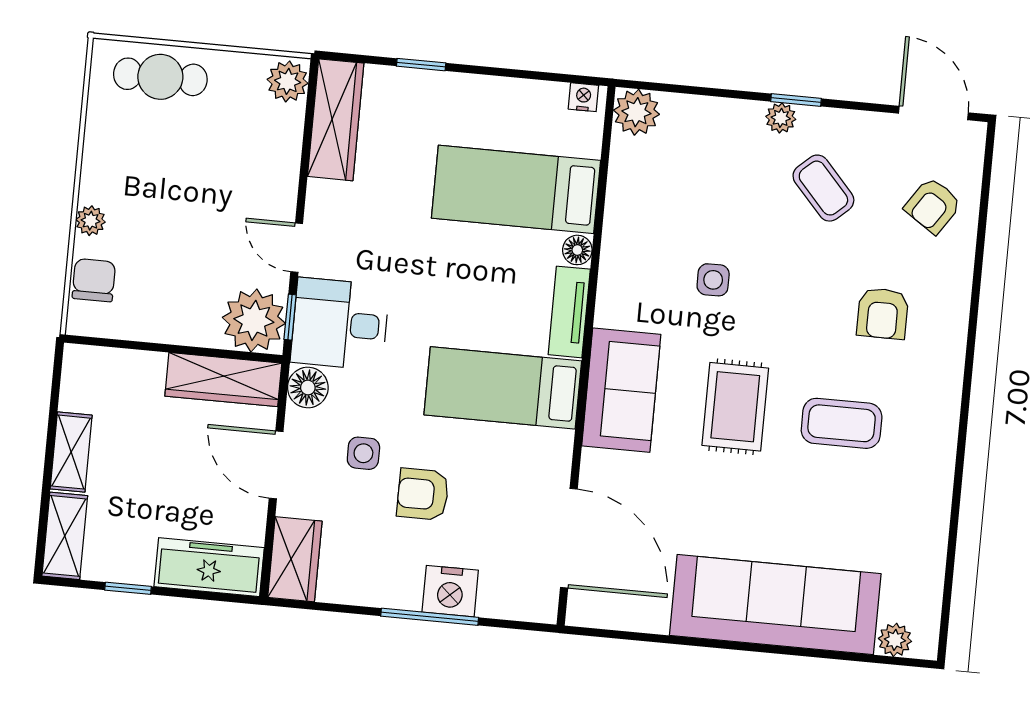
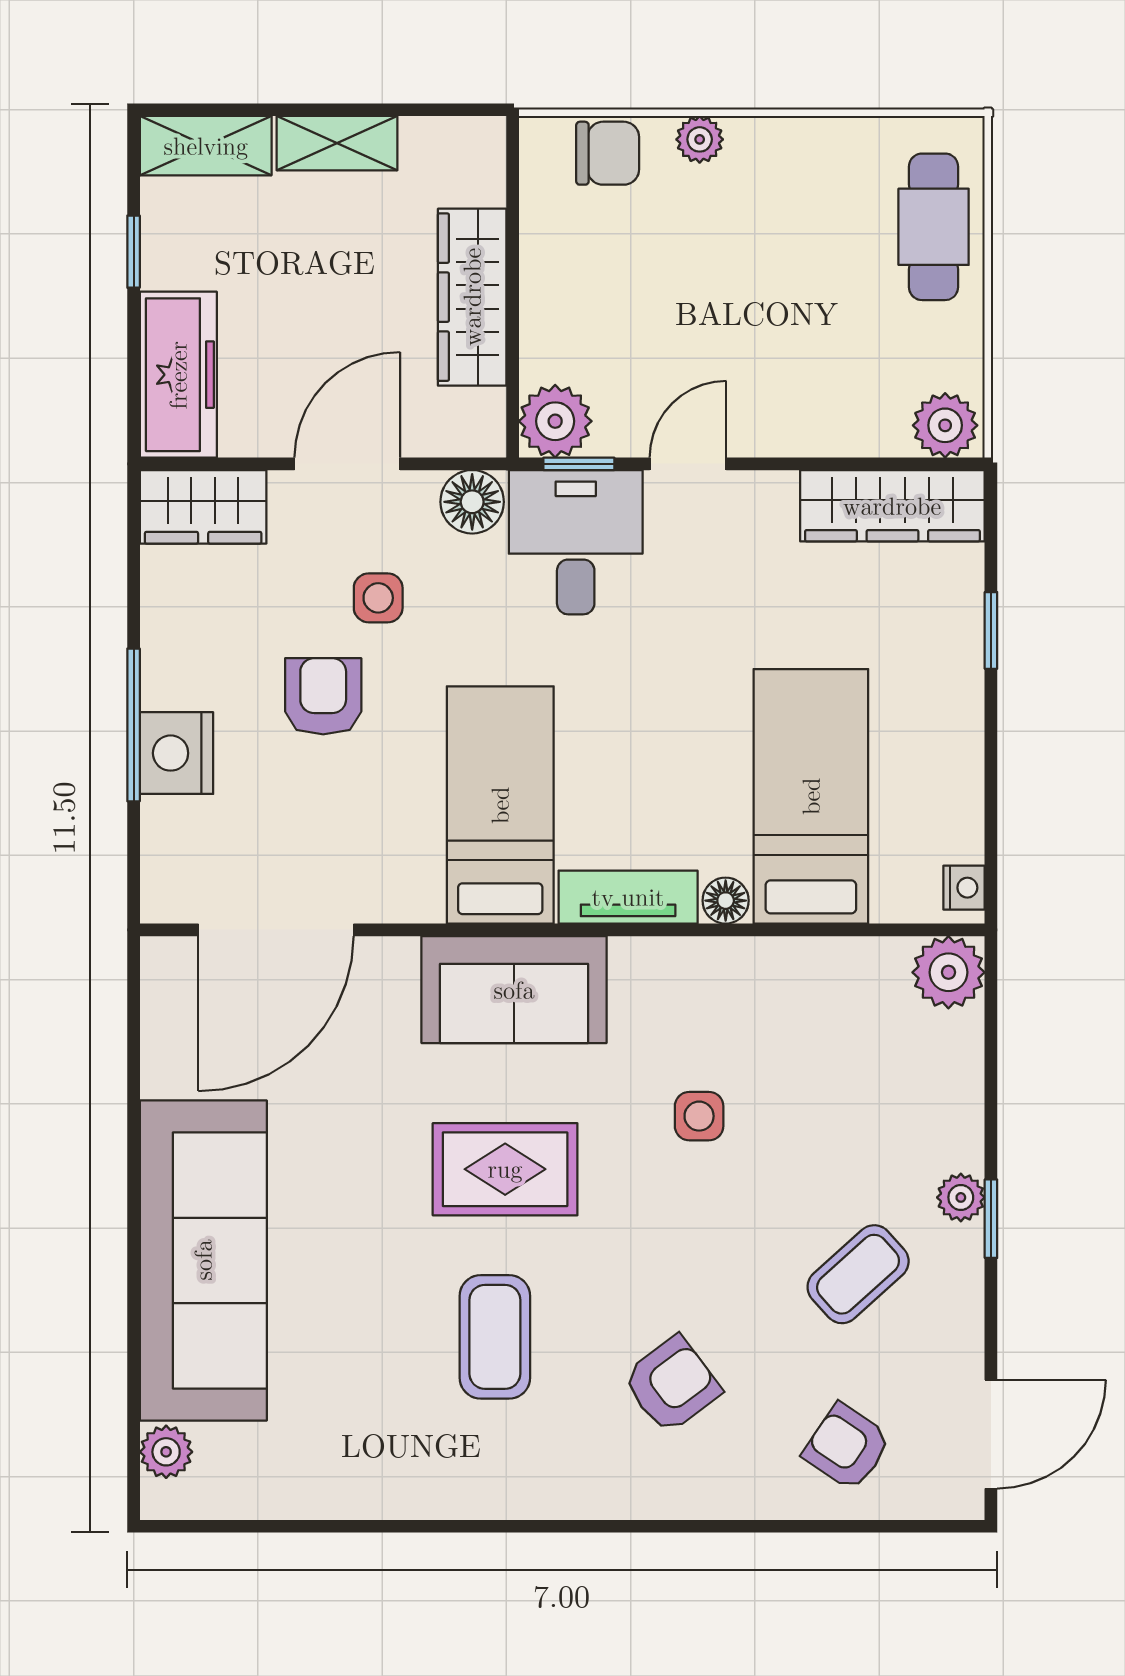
armchair: (883, 313) -> (672, 1385), turned 143
plant: (254, 320) -> (555, 421), width x0.73, depth x0.73
wardrobe: (223, 380) -> (472, 297), moved

